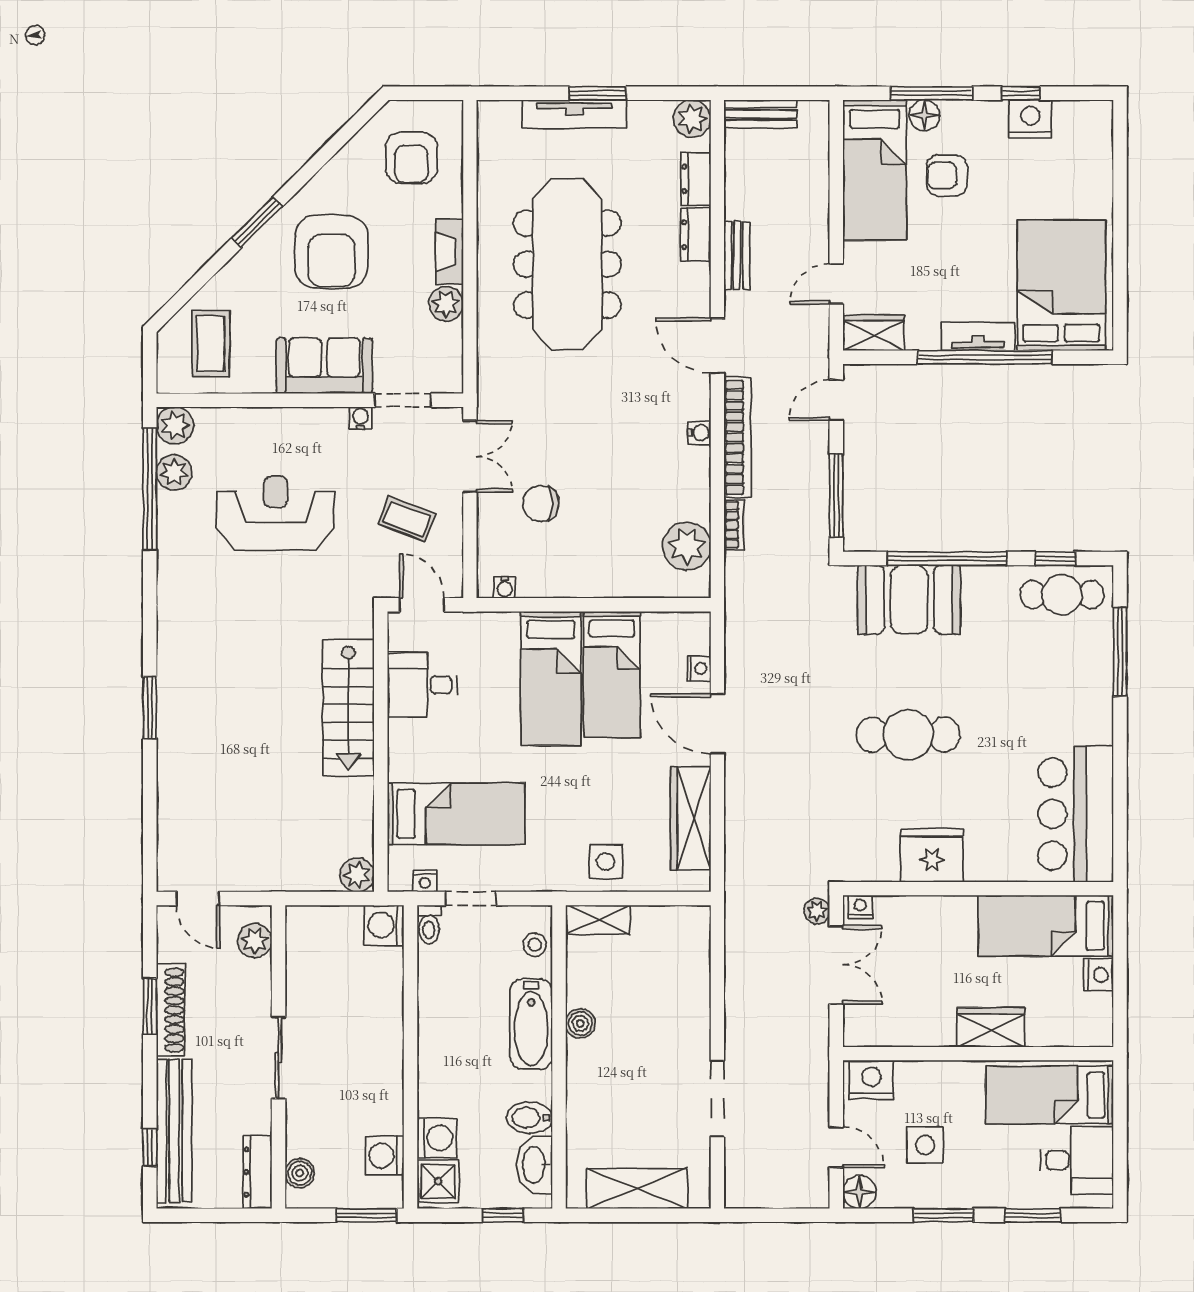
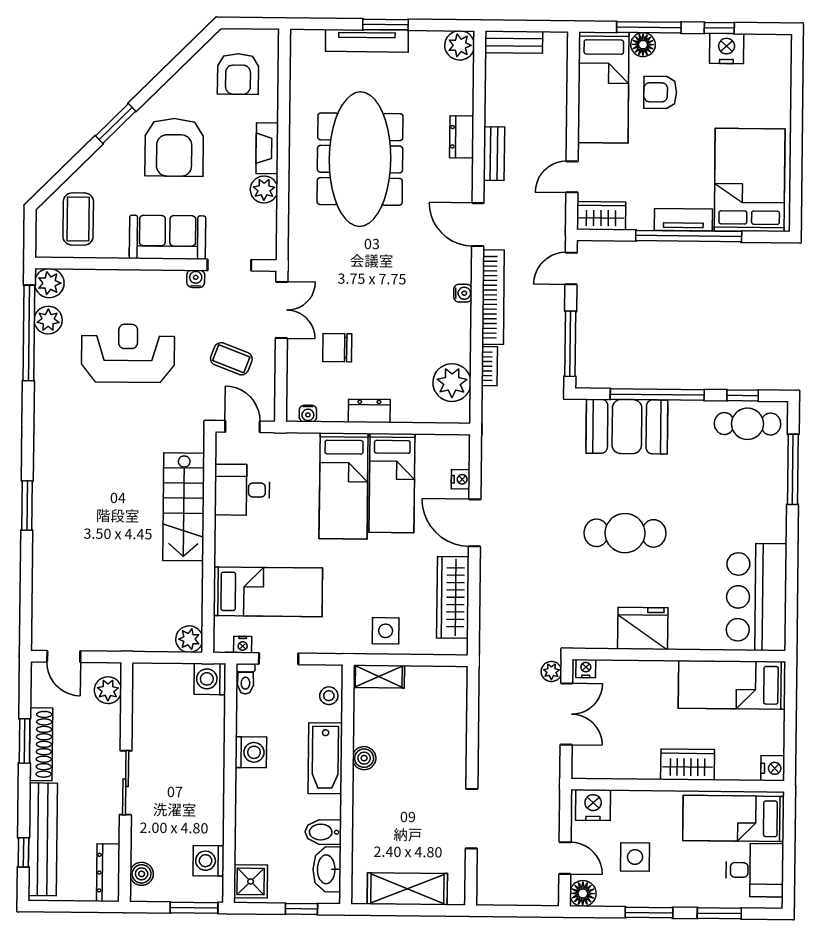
dresser: (696, 179) -> (369, 411), moved, turned 90
nightstand: (1099, 975) -> (773, 768), moved
washing machine: (437, 1138) -> (251, 752), moved

